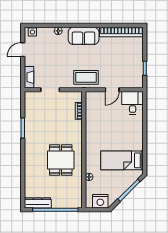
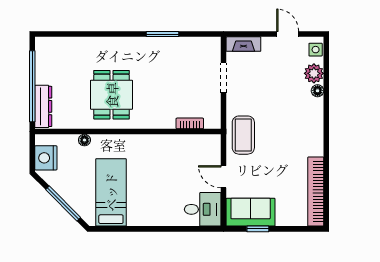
plant: (47, 33) -> (314, 73), added
sofa: (84, 36) -> (251, 212), moved, turned 90
dining table: (61, 160) -> (112, 95), turned 90
dresser: (38, 203) -> (43, 106), moved

